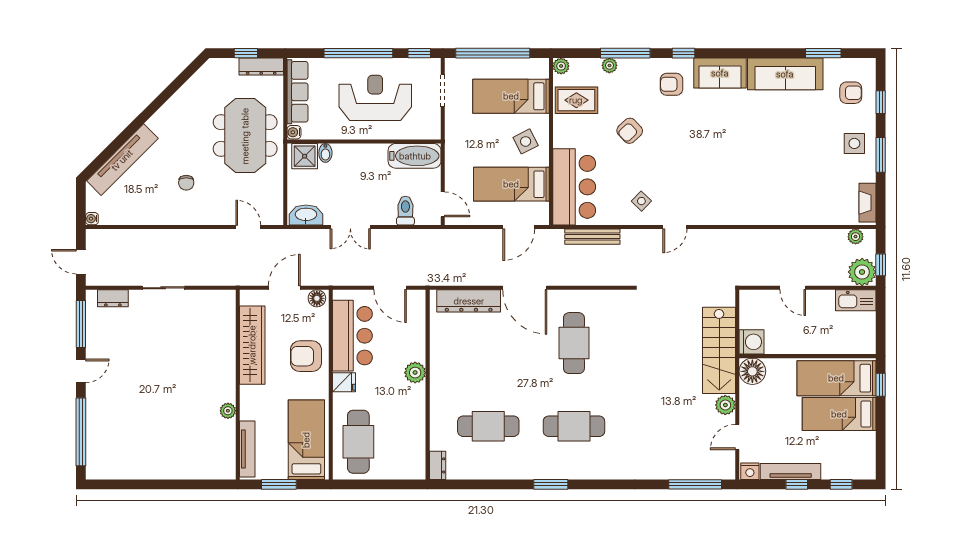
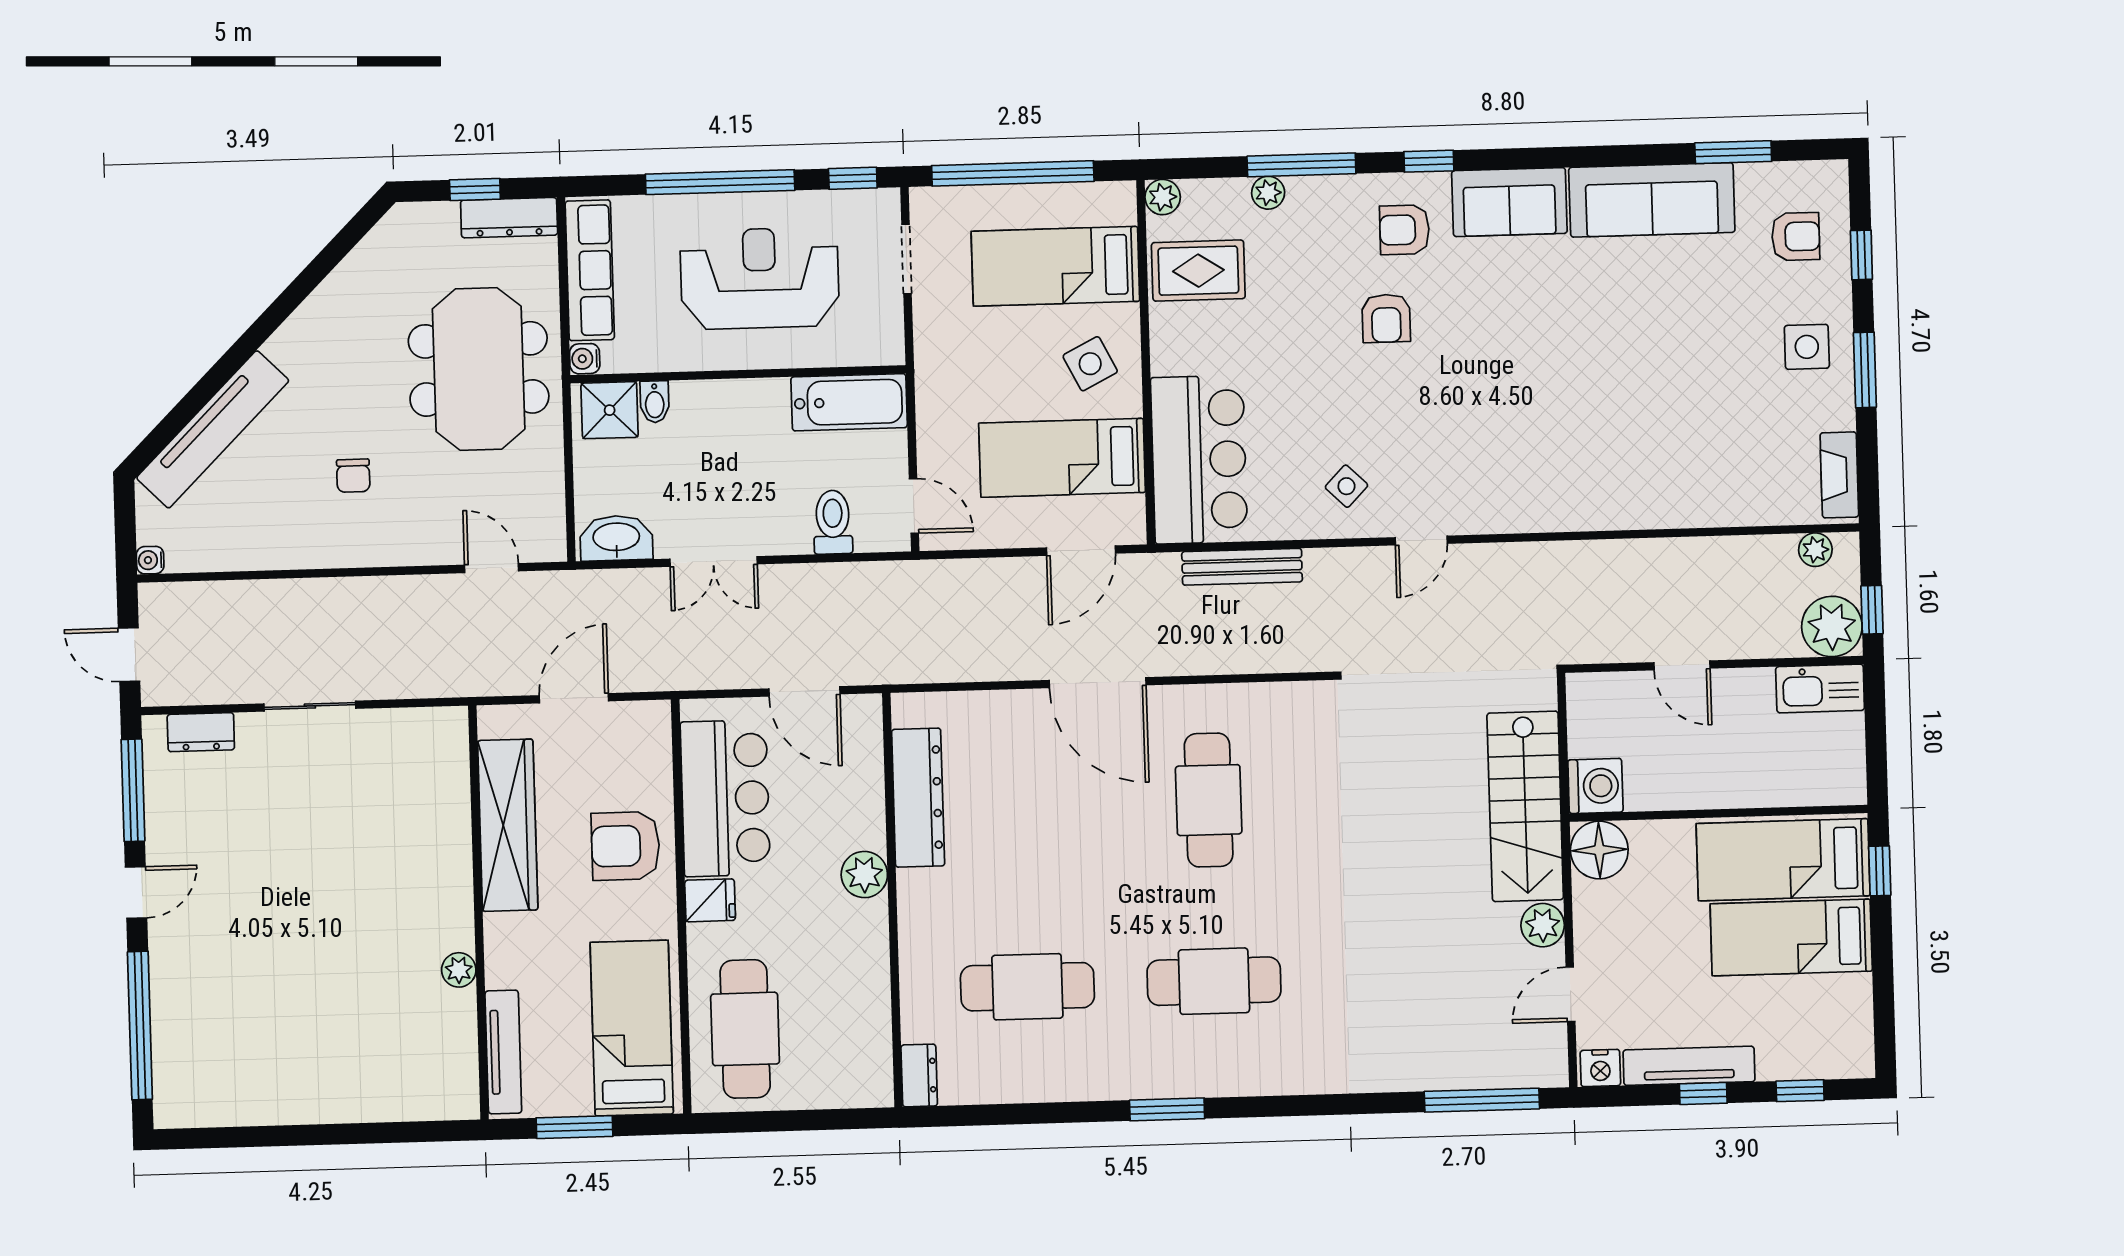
armchair: (630, 131) -> (1386, 318), moved, turned -47
floor lamp: (317, 298) -> (646, 719), removed
dresser: (469, 301) -> (918, 798), moved, turned -90

